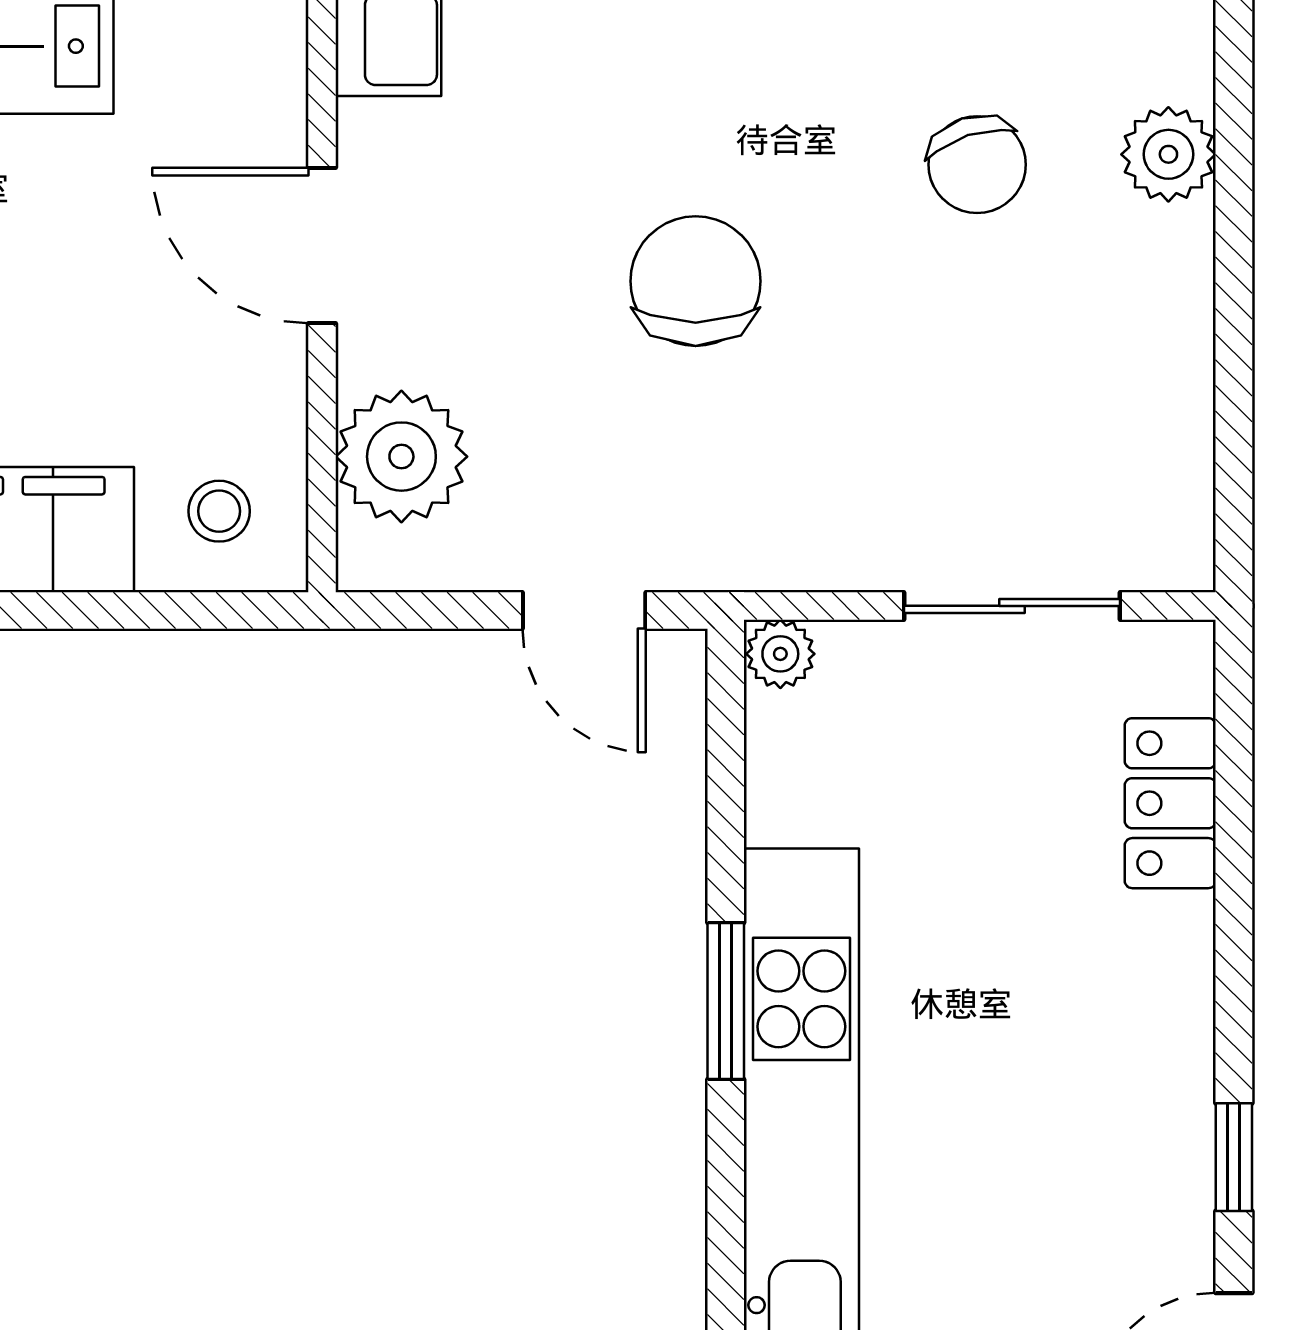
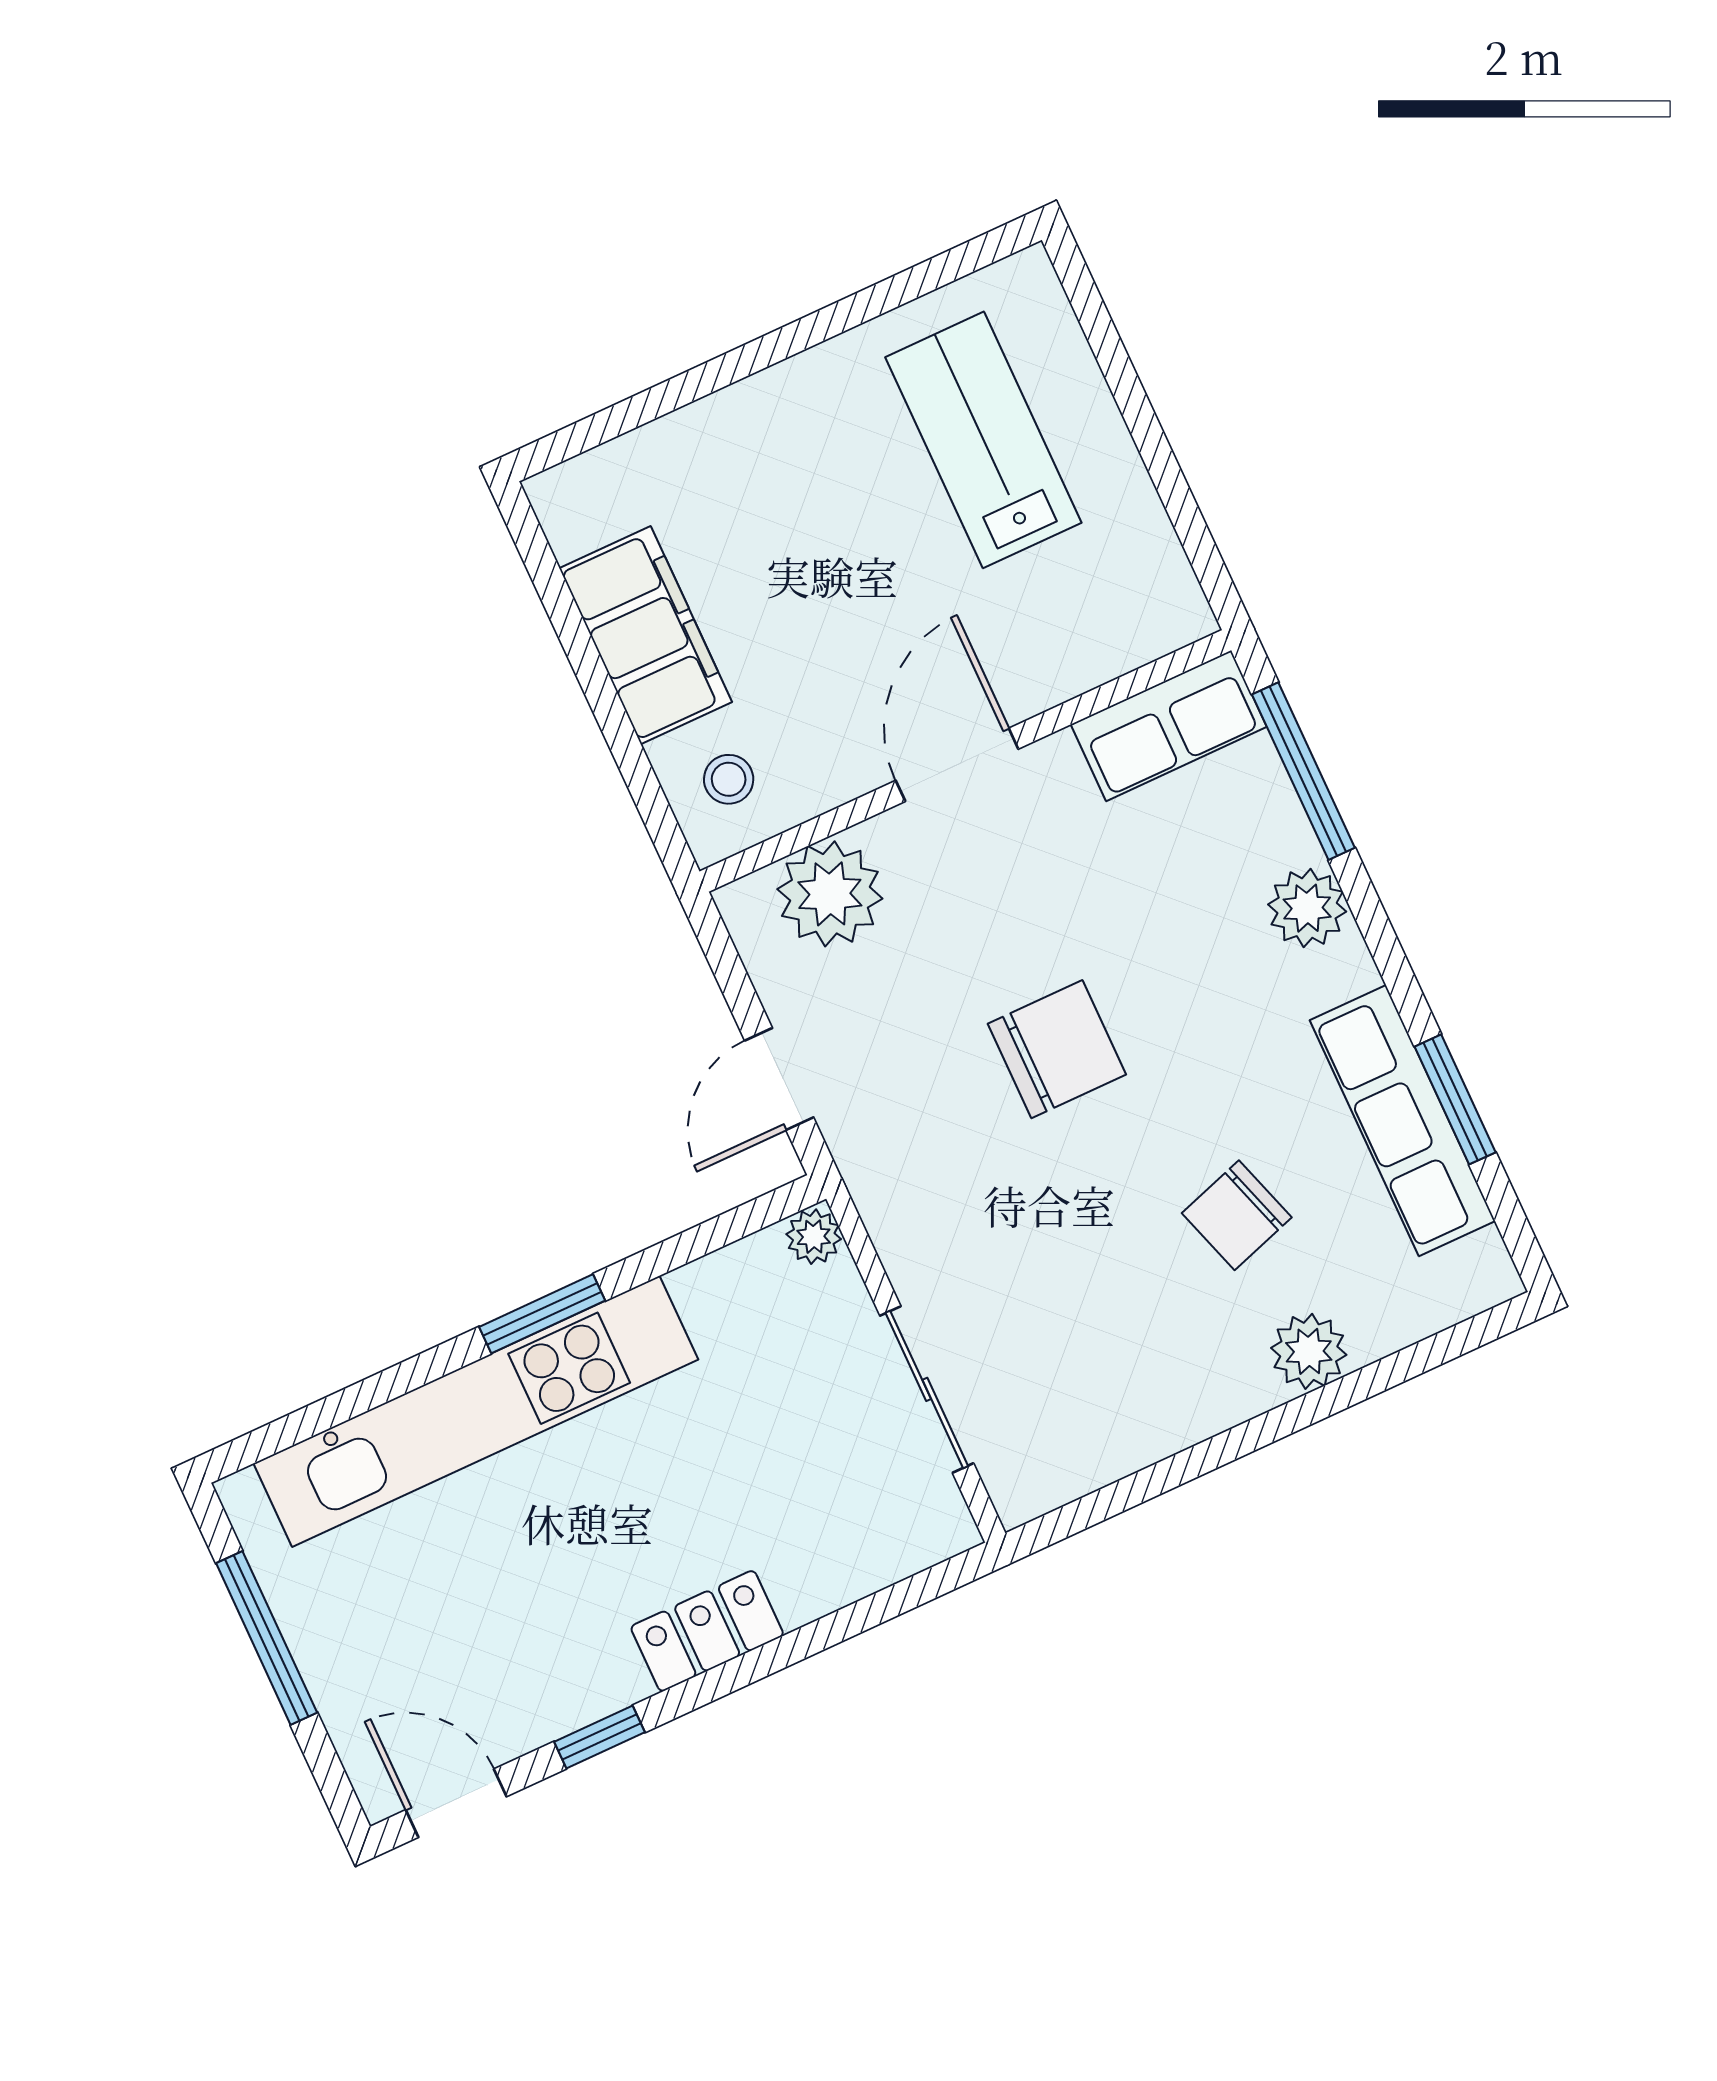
locker: (1170, 803) -> (707, 1631), moved

